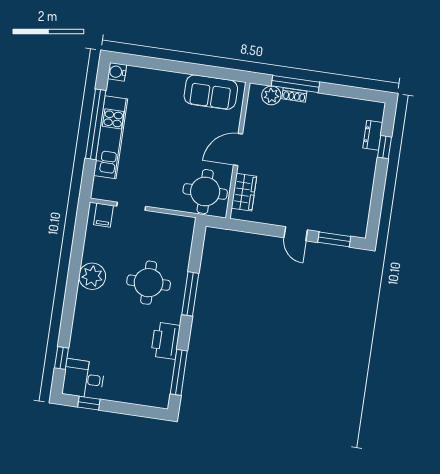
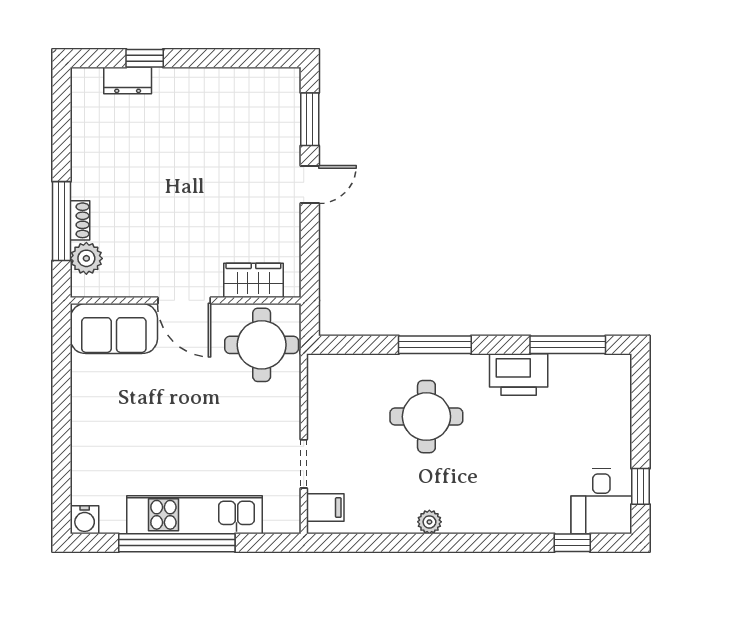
sofa: (211, 92) -> (114, 329), moved, turned 90
plant: (92, 276) -> (429, 522), width x0.53, depth x0.53

